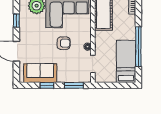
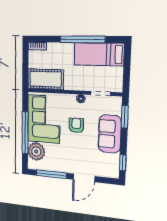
window: (16, 21) -> (51, 174), width x2.17
sofa: (40, 73) -> (110, 134), moved
window: (47, 85) -> (123, 163), moved

